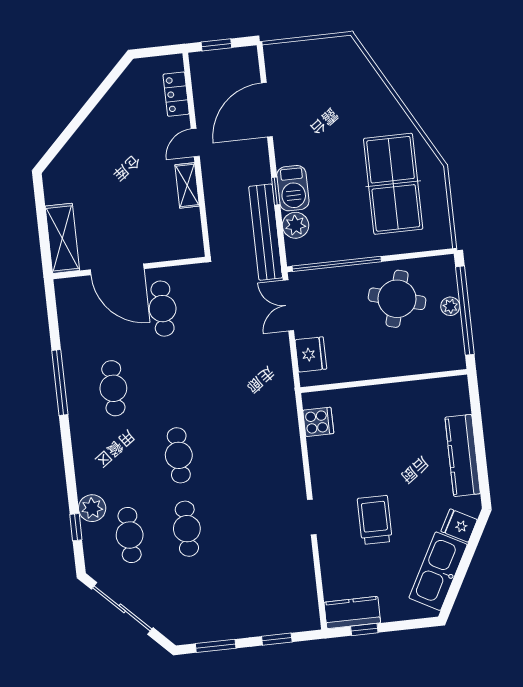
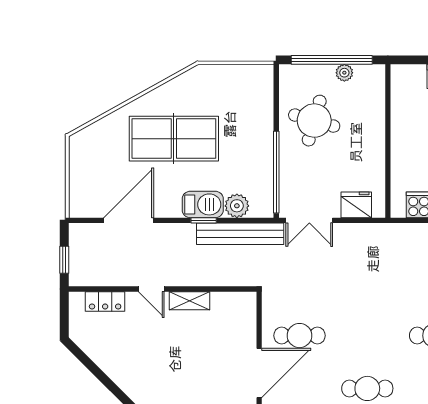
door: (267, 110) -> (129, 220), swing flipped
table tennis table: (393, 184) -> (174, 139), moved
plant: (450, 306) -> (344, 73), moved

